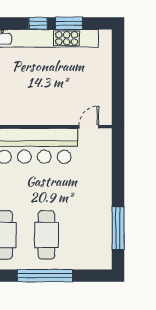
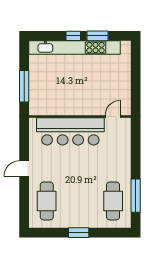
cafe table: (47, 235) -> (113, 201), moved
window: (45, 276) -> (79, 233), width x0.47

